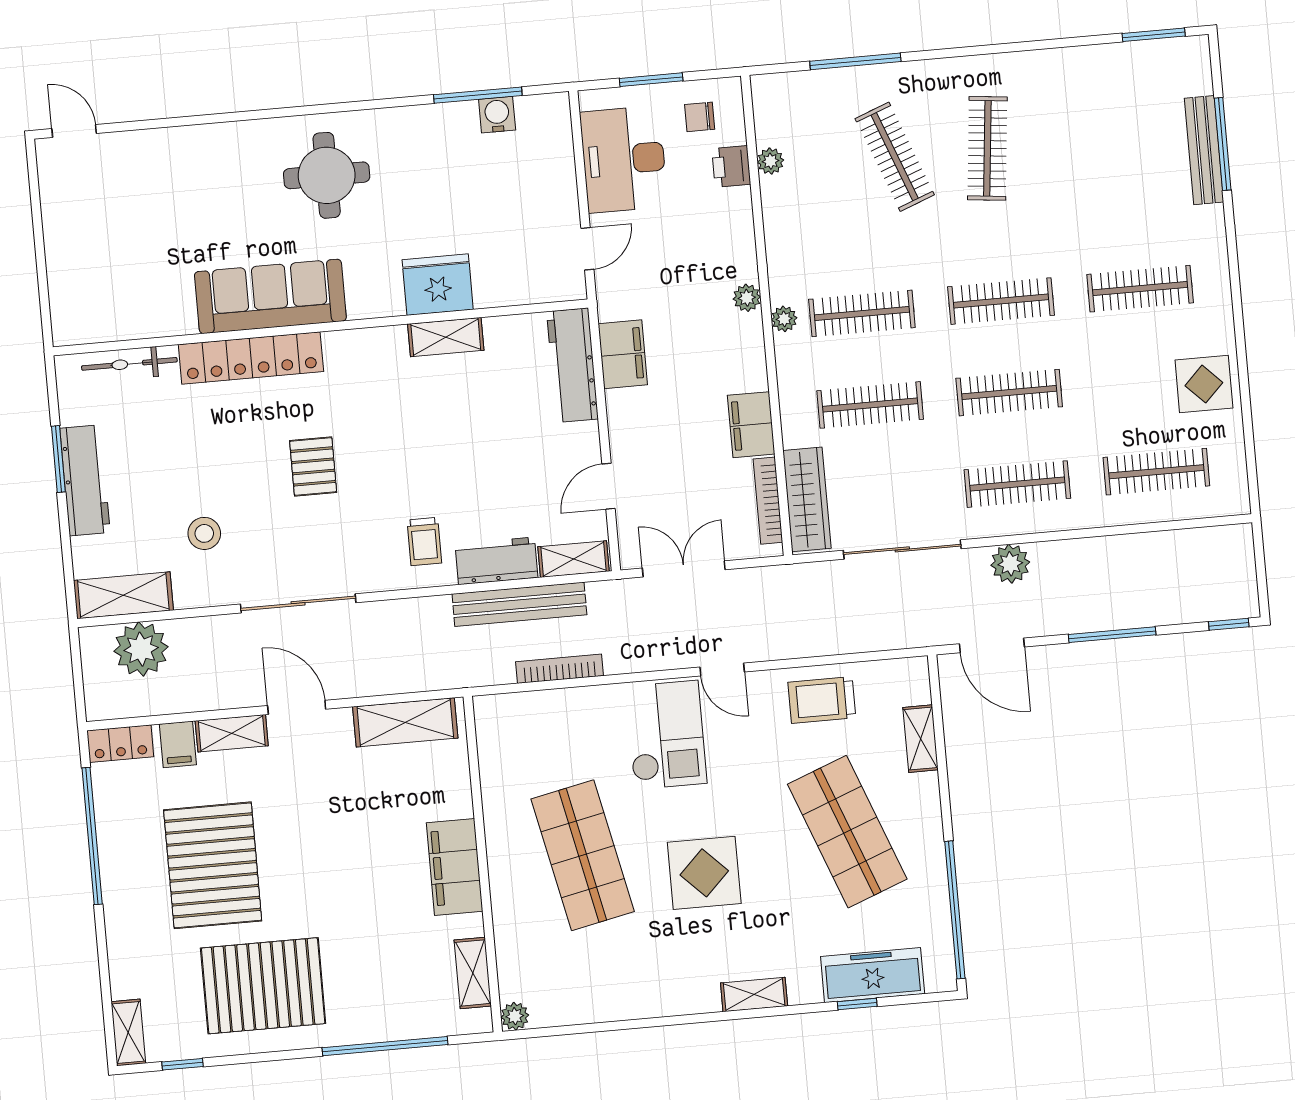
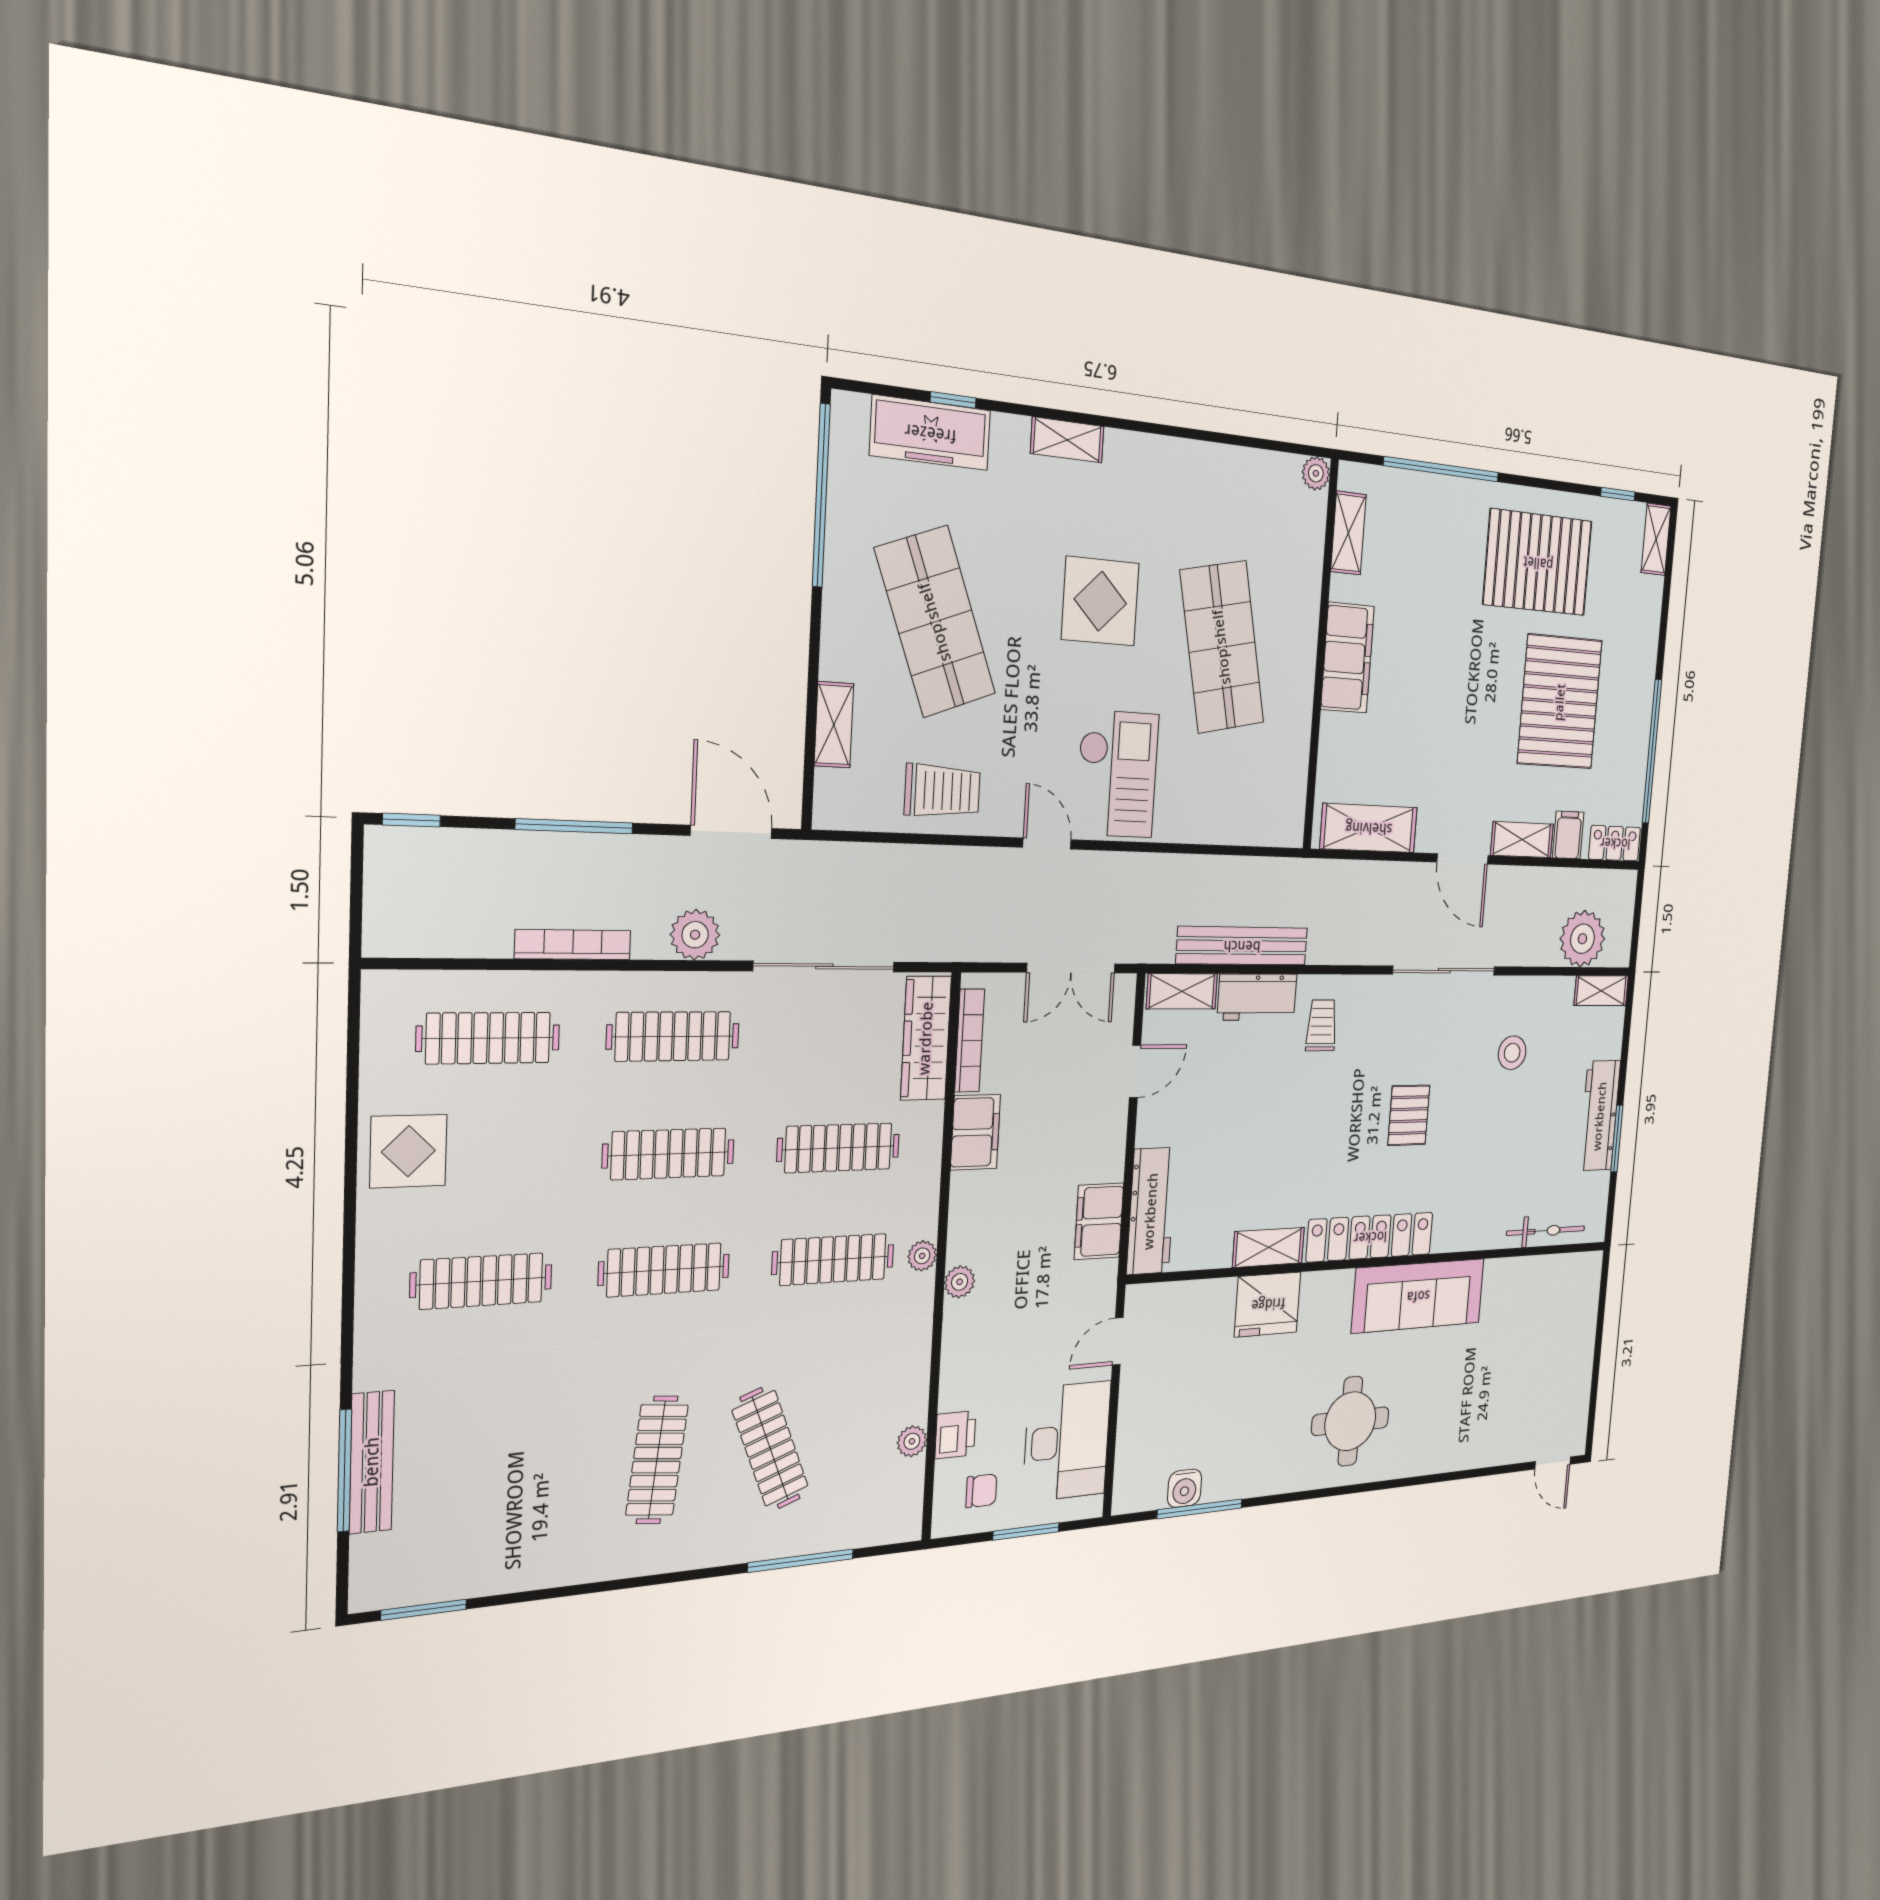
locker: (251, 358) -> (1370, 1237), moved
shelving: (123, 595) -> (1601, 991), width x0.67, depth x0.75
bookcase: (560, 669) -> (573, 945), moved, turned 180
checkout: (666, 735) -> (1117, 774), turned 180

